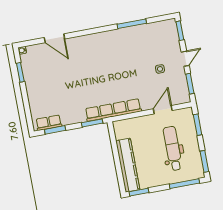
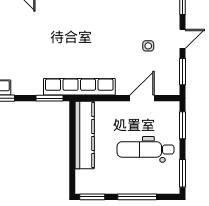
dental chair: (173, 148) -> (146, 149), turned -90
kitchen counter: (128, 165) -> (85, 135), moved
window: (184, 184) -> (137, 197), moved

